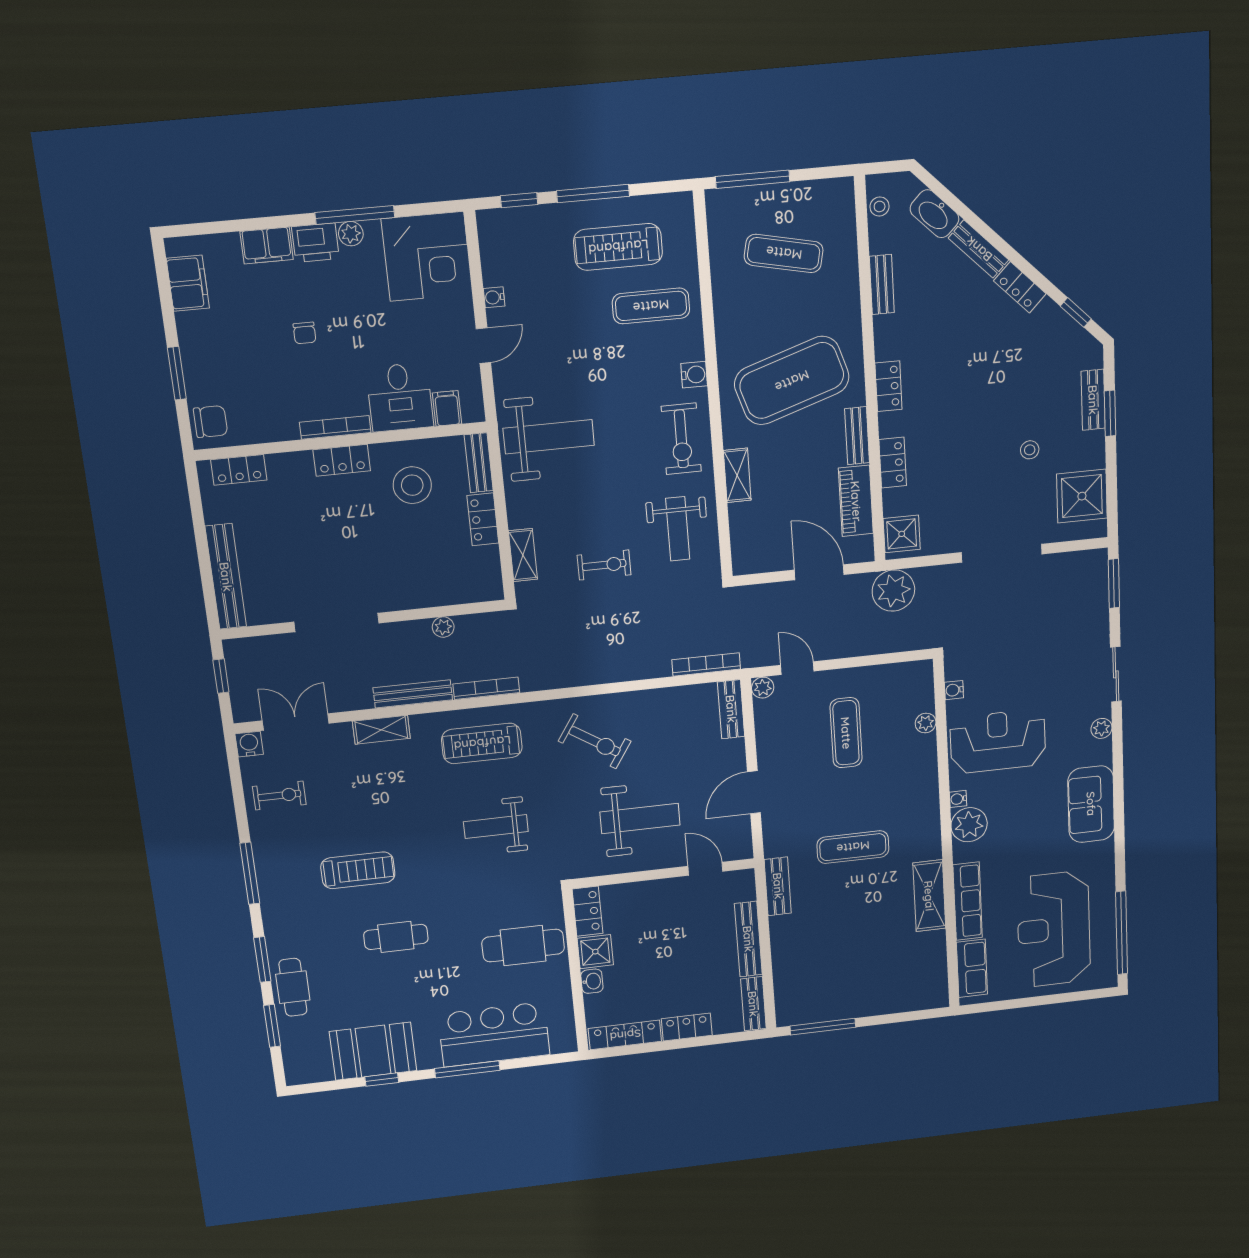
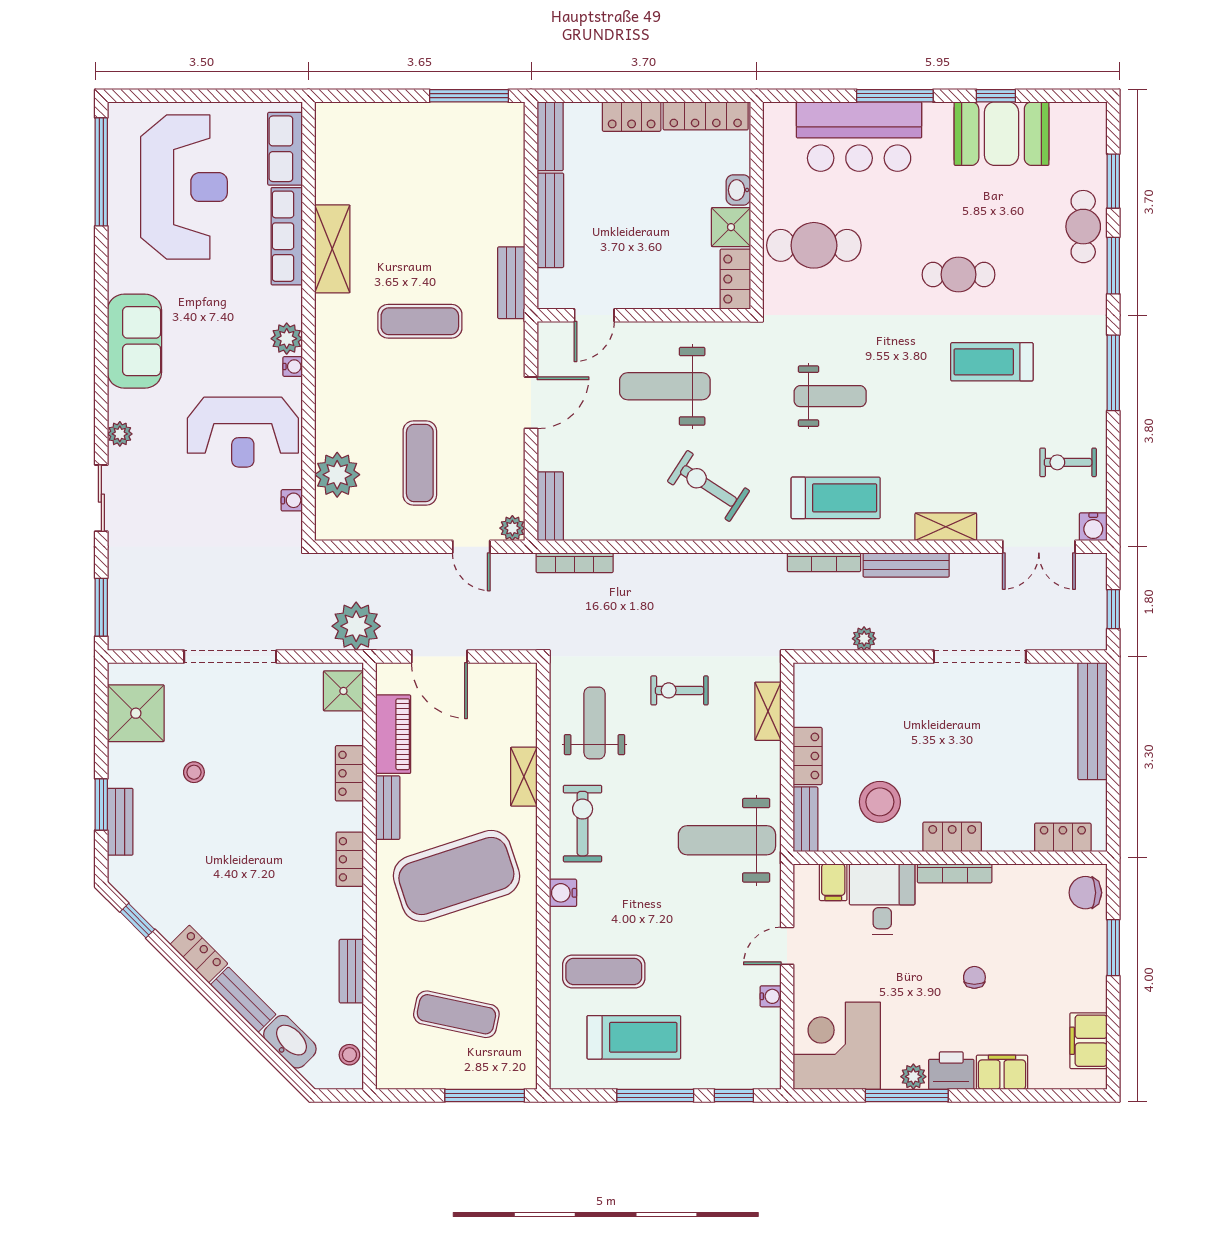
plant: (926, 723) -> (337, 475), width x1.87, depth x1.87
plant: (969, 825) -> (287, 339), width x0.73, depth x0.73
door: (705, 869) -> (594, 315), hinge flipped

